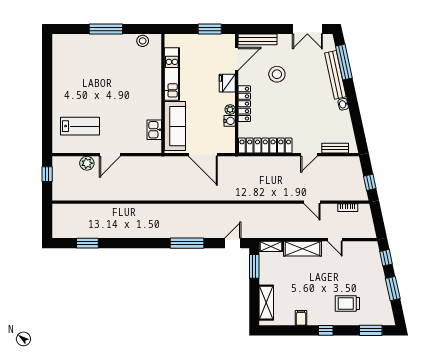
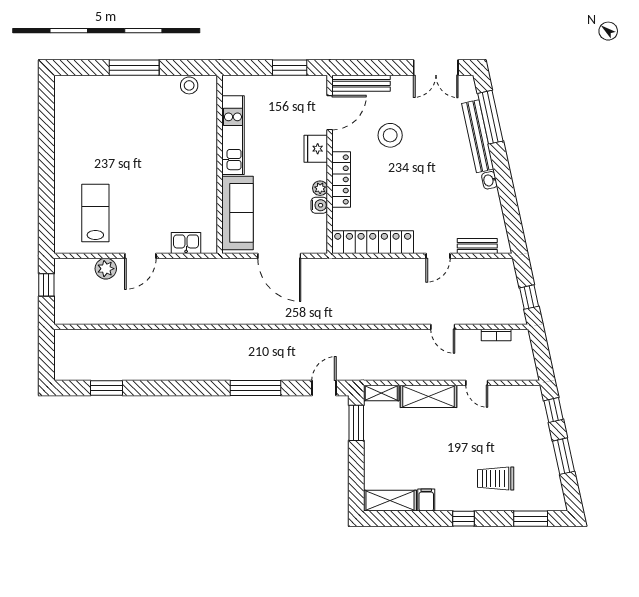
lab bench: (80, 126) -> (95, 213), turned -90
kitchen sink: (154, 130) -> (186, 243), moved, turned 90
shelving: (266, 303) -> (390, 501), moved, turned 90

